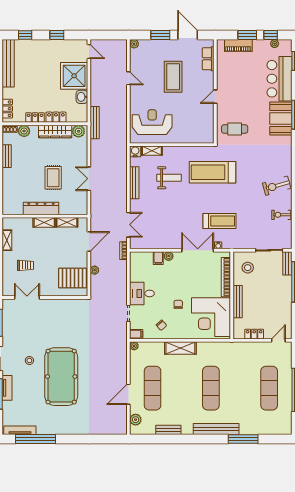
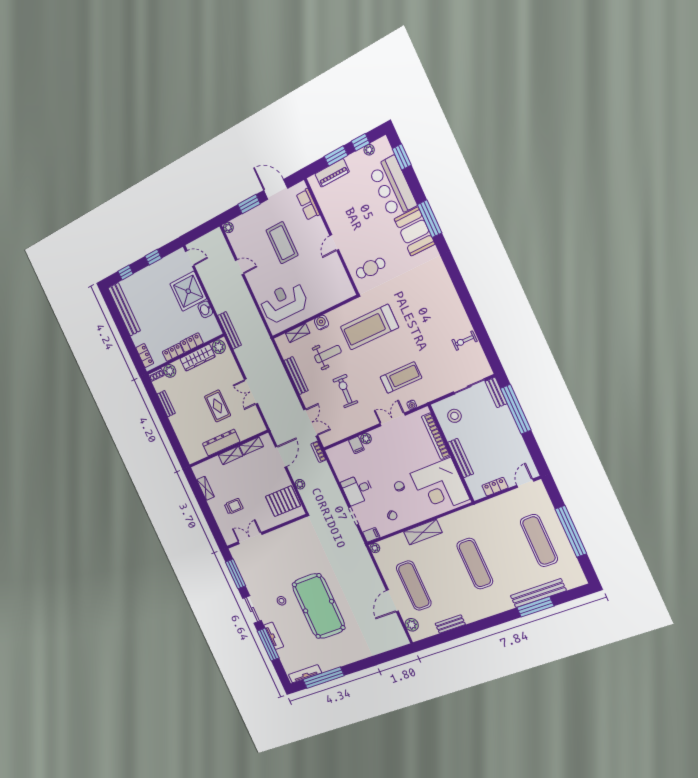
water cooler: (135, 151) -> (321, 323), moved
exercise bike: (277, 186) -> (345, 391), moved, turned 108
double door: (198, 250) -> (393, 419), width x0.73
bench: (216, 429) -> (538, 593), moved

